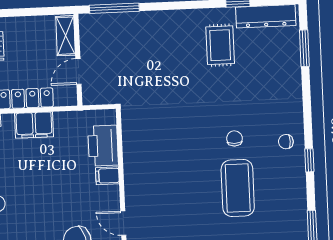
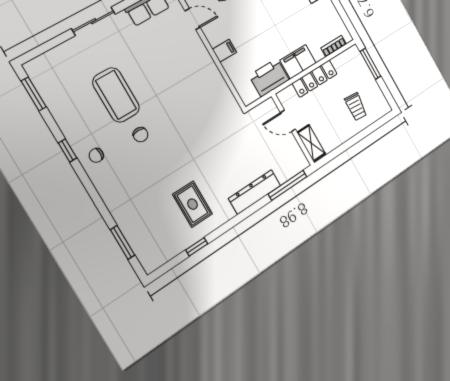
dresser: (266, 16) -> (255, 192), moved
door: (78, 71) -> (288, 121), swing flipped
chair: (286, 142) -> (96, 155), turned 180
printer: (103, 146) -> (269, 78), moved, turned -90

